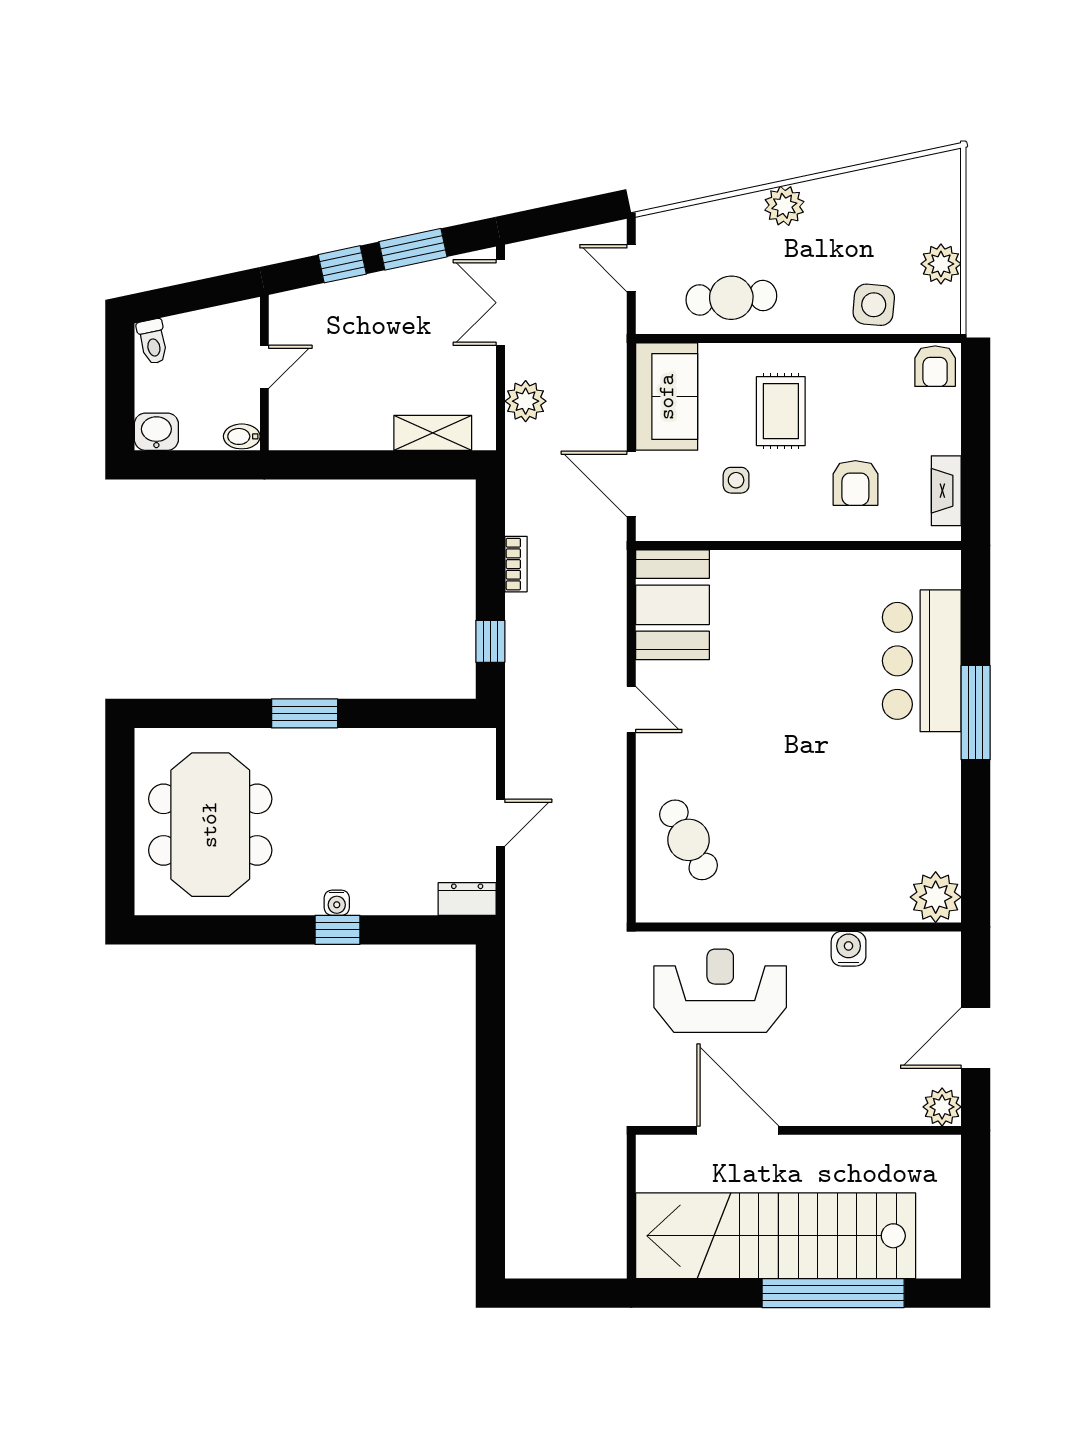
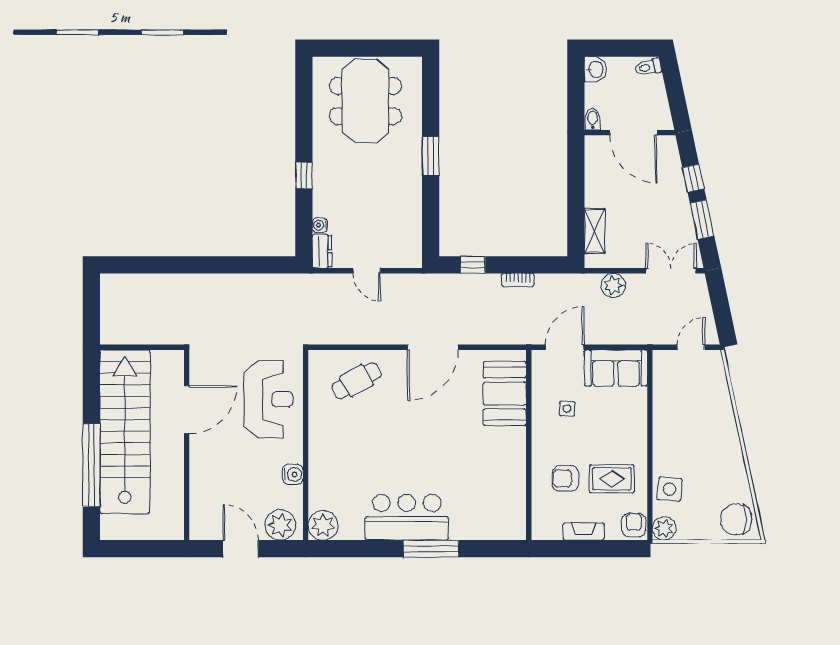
chair: (925, 191) -> (736, 519), added
plant: (784, 206) -> (727, 437), removed
plant: (941, 264) -> (664, 528), moved
cafe table: (731, 298) -> (674, 406), removed
armchair: (935, 366) -> (634, 525), turned 90
door: (264, 367) -> (633, 133), width x1.87
rug: (781, 411) -> (612, 479), moved
fireplace: (946, 491) -> (583, 532), moved
booth: (672, 605) -> (505, 394), moved, turned 90
bar counter: (922, 661) -> (407, 517), moved
door: (631, 709) -> (433, 347), width x1.87
meeting table: (210, 825) -> (365, 101), turned 90
water cooler: (337, 903) -> (320, 225), moved
plant: (942, 1107) -> (280, 525), moved, width x1.36, depth x1.36

